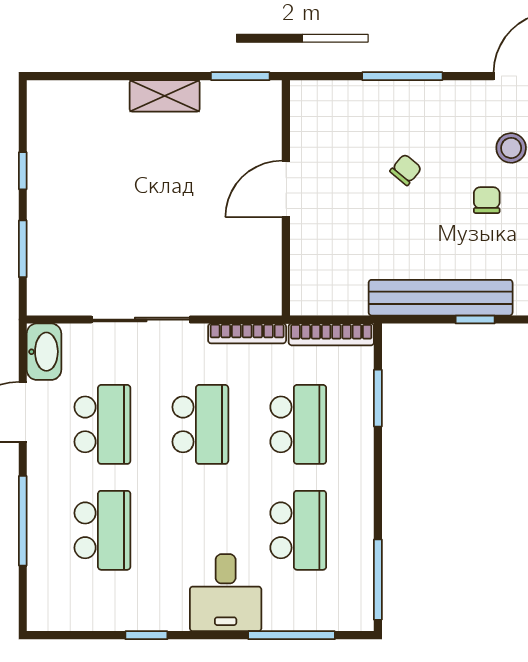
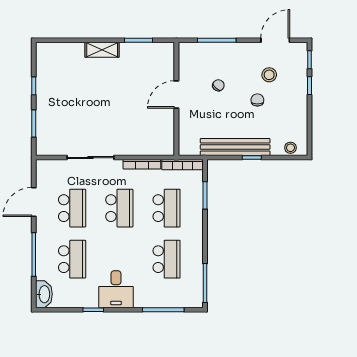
door: (286, 189) -> (176, 95), moved
wall: (286, 198) -> (176, 99), moved
washbasin: (44, 352) -> (44, 294), moved
desk: (226, 593) -> (116, 289), moved

